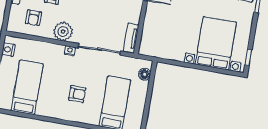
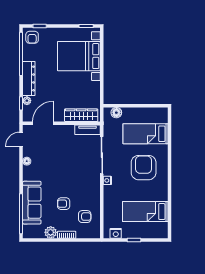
plant: (63, 31) -> (92, 189), removed
wardrobe: (149, 34) -> (81, 115), added
armchair: (77, 94) -> (144, 168), width x1.88, depth x1.88

